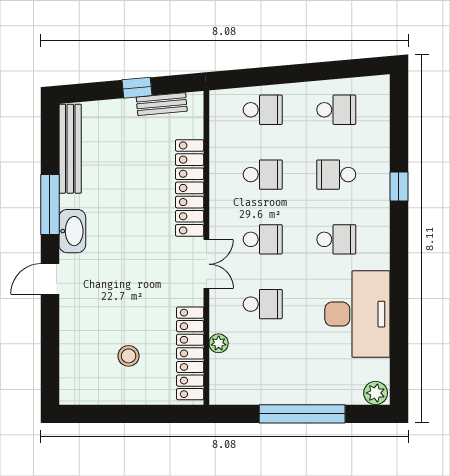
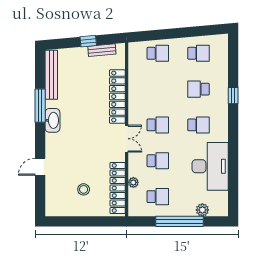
school desk: (263, 175) -> (158, 197), moved
door: (50, 279) -> (40, 167), moved
plant: (376, 393) -> (202, 210), moved

